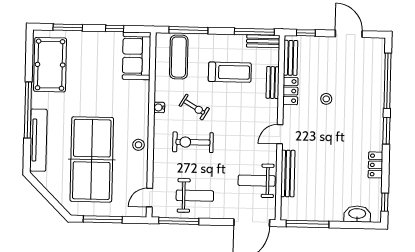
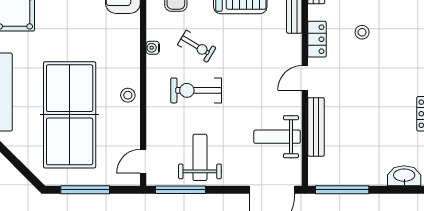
locker: (290, 91) -> (317, 39), moved
weight bench: (195, 196) -> (200, 157), turned -90

